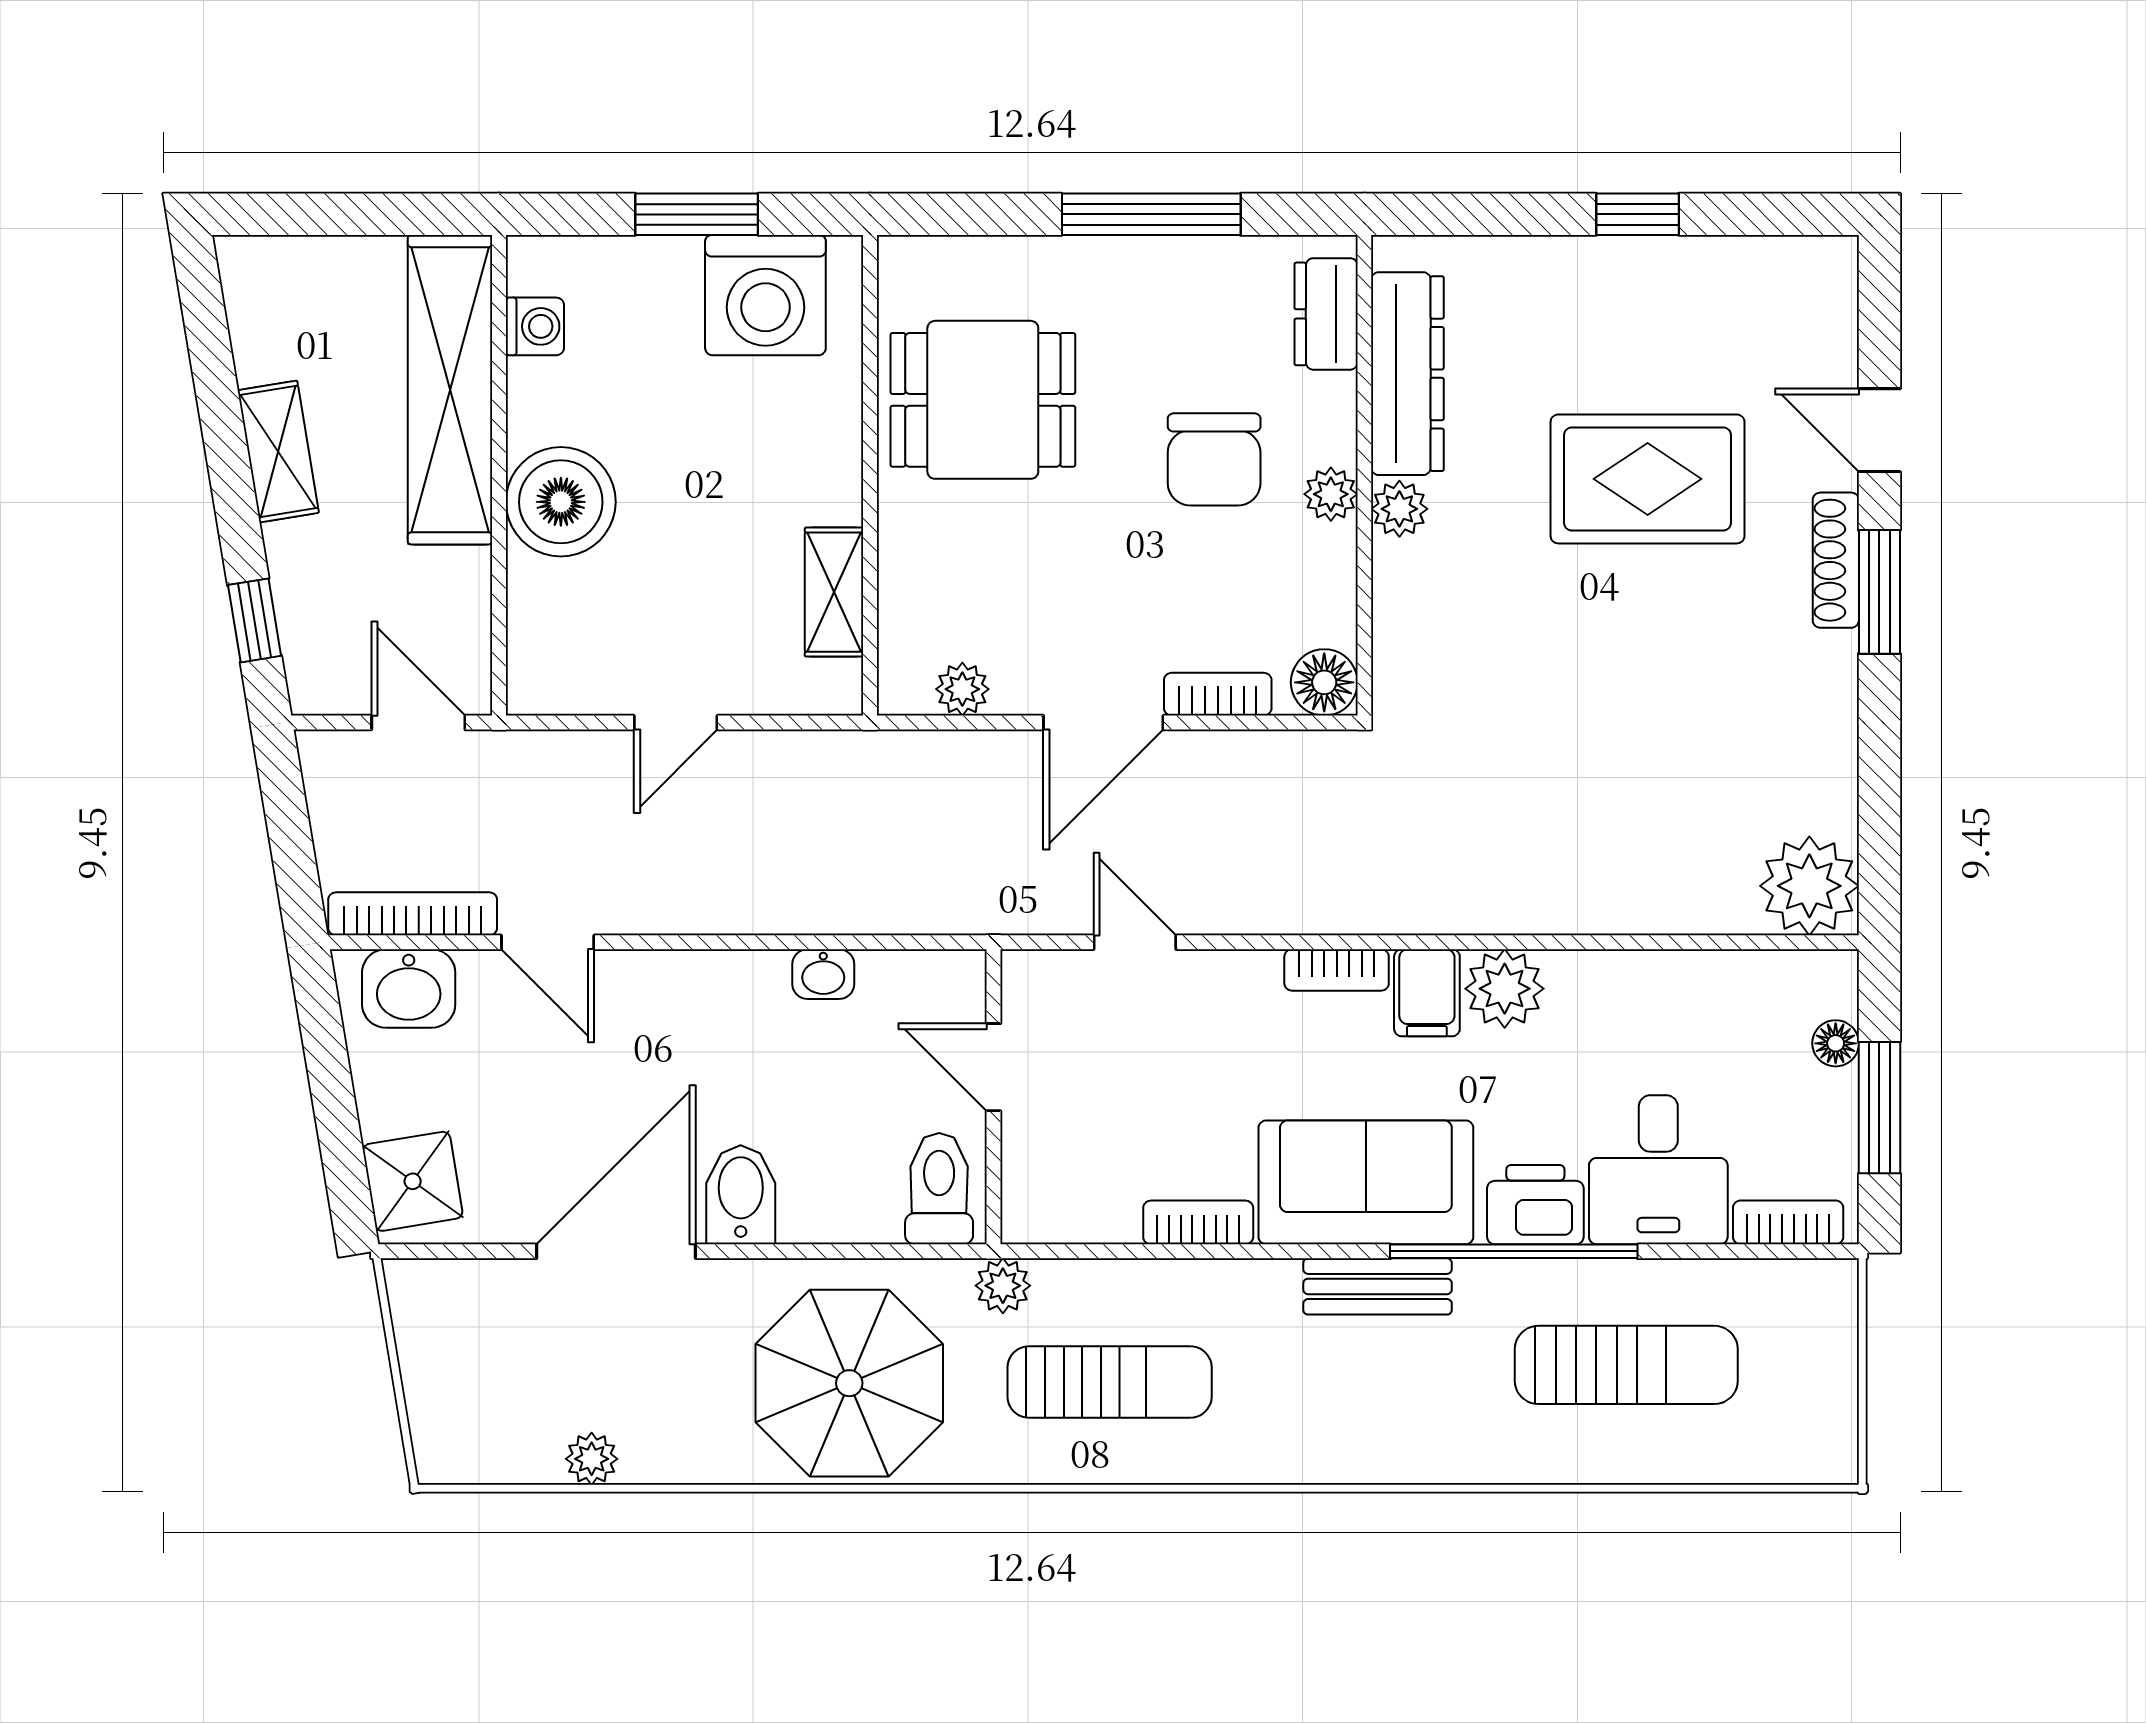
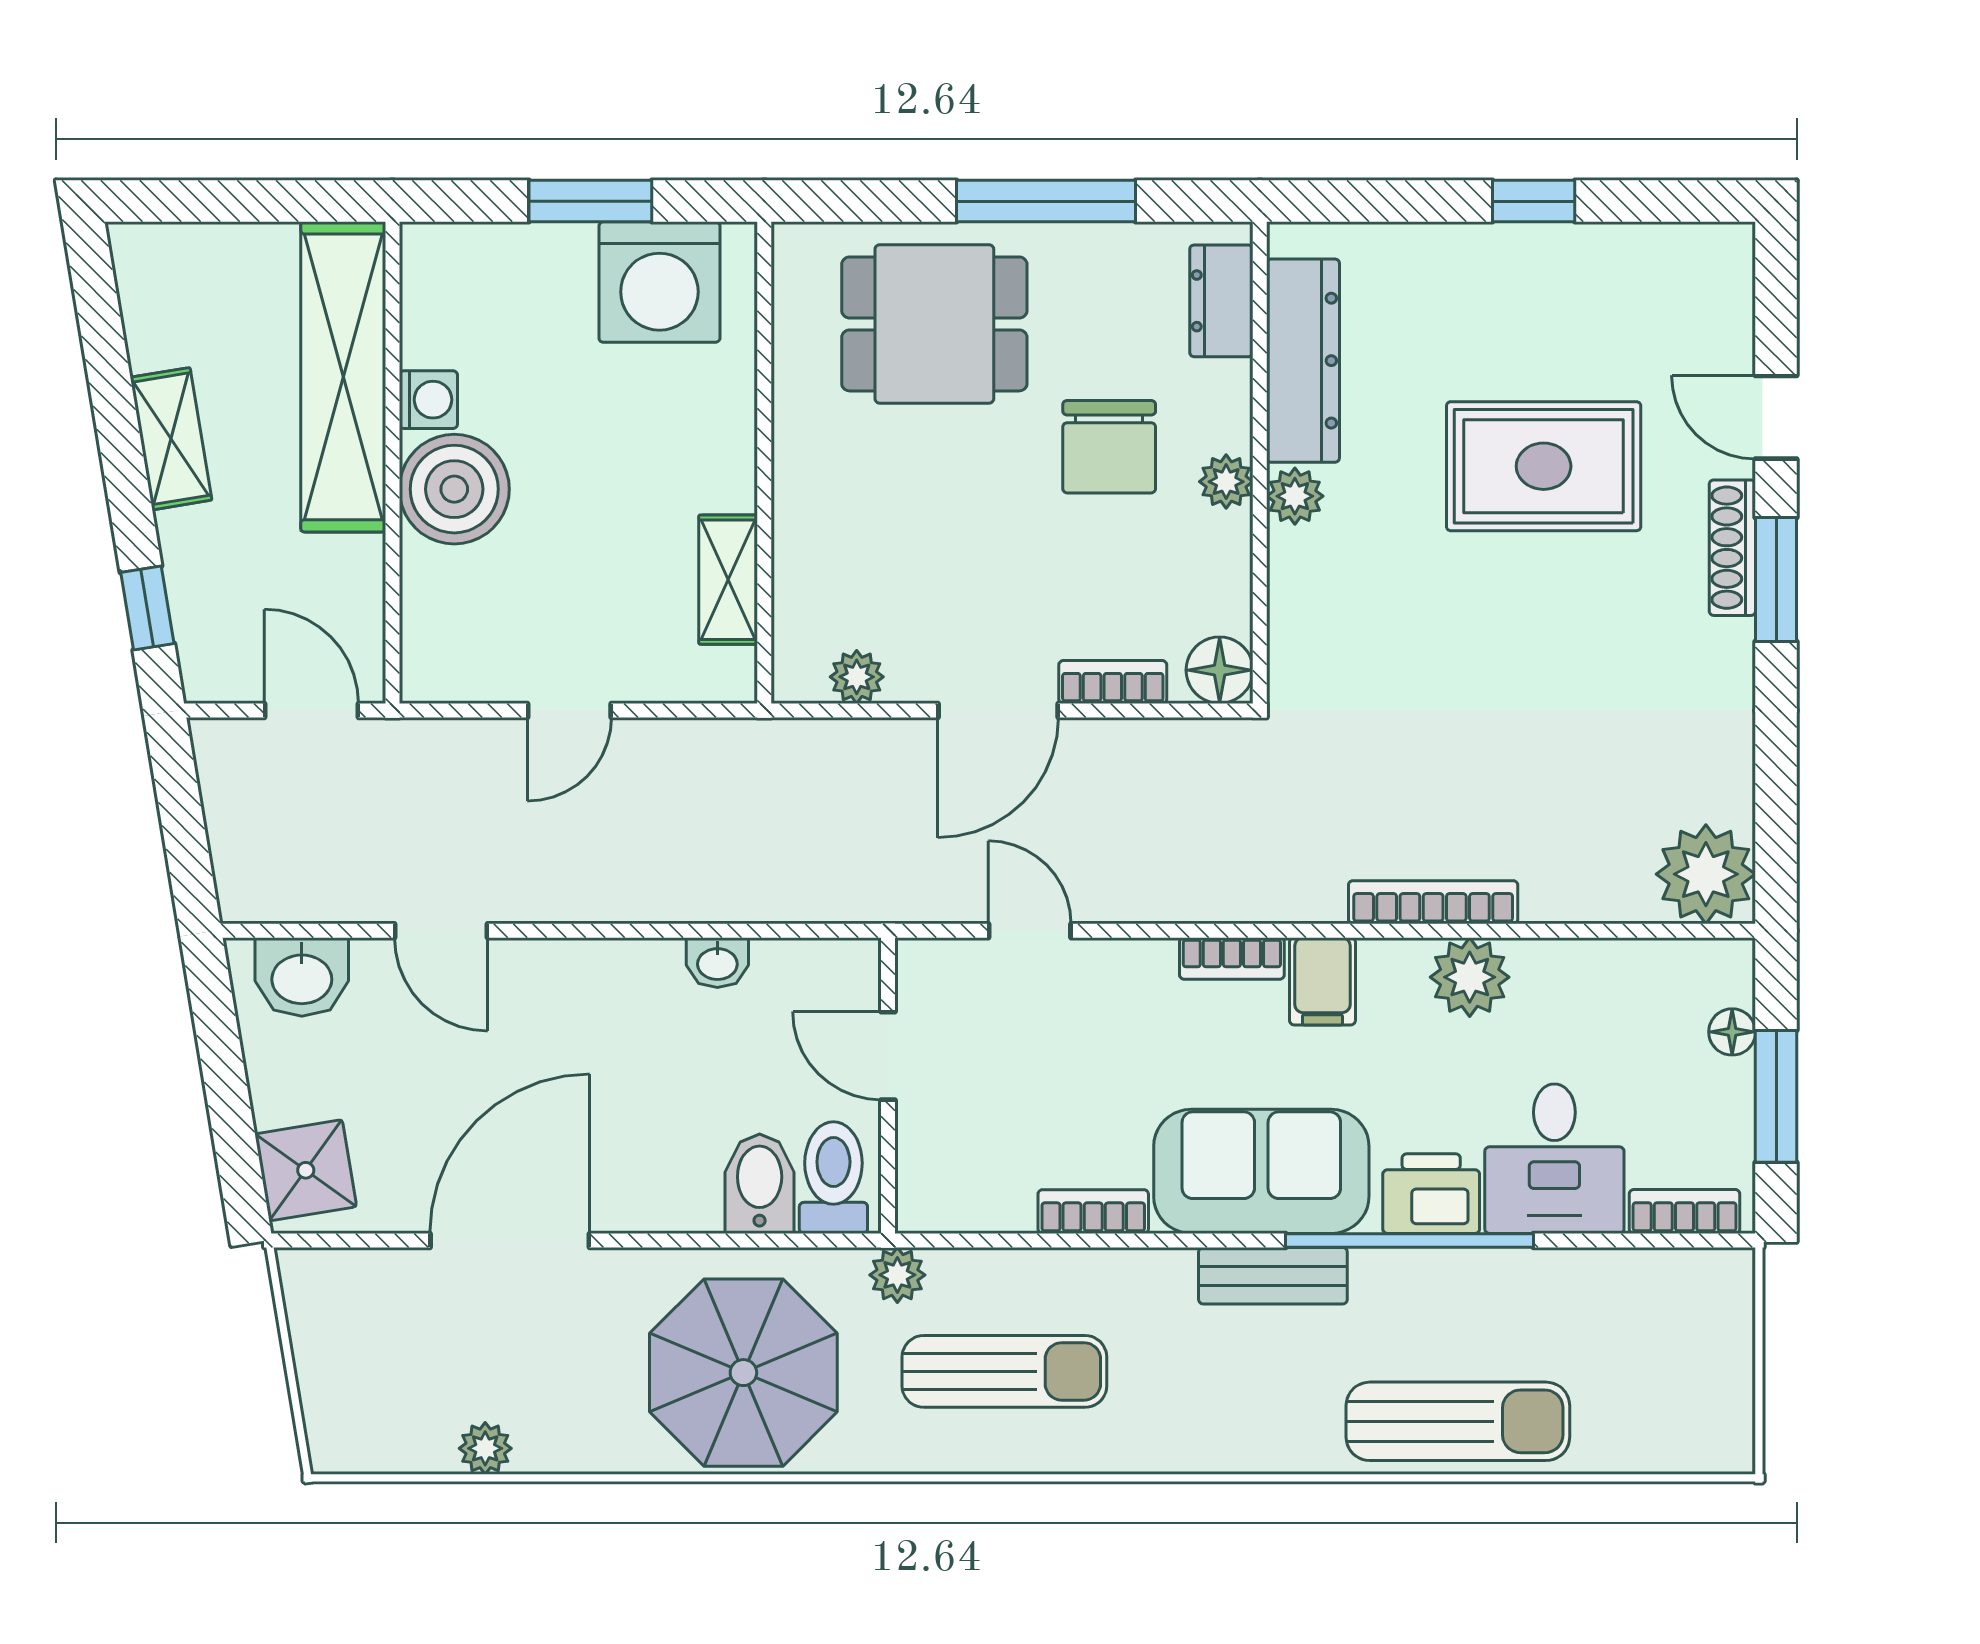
washing machine: (535, 326) -> (428, 400), moved
dining table: (983, 400) -> (934, 324), moved
bookcase: (413, 914) -> (1433, 902), moved
plant: (1505, 989) -> (1470, 977), moved
bidet: (741, 1195) -> (760, 1184), moved
sun lounger: (1626, 1365) -> (1458, 1421), moved

